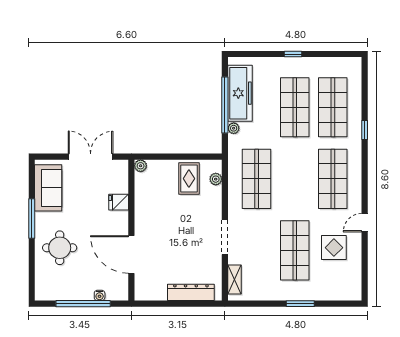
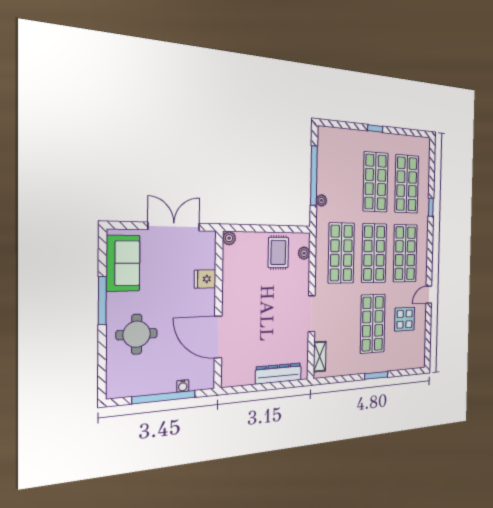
freezer: (240, 93) -> (328, 164), removed
shop shelf: (295, 179) -> (374, 253), added

